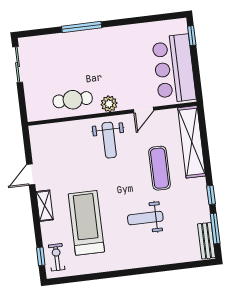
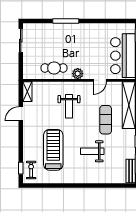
weight bench: (109, 140) -> (69, 106), moved
shelving: (45, 206) -> (27, 92), moved

